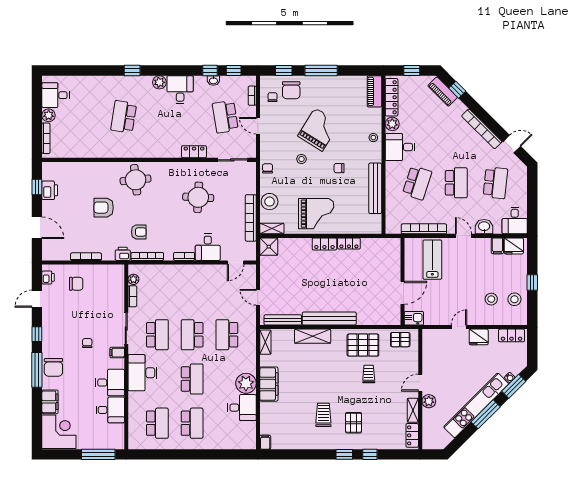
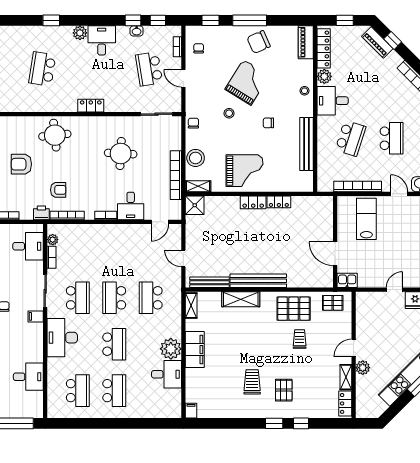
chair: (291, 90) -> (259, 42), moved, turned 66
locker: (194, 152) -> (91, 106), moved
door: (402, 293) -> (335, 254), swing flipped
desk: (110, 383) -> (28, 246), moved

